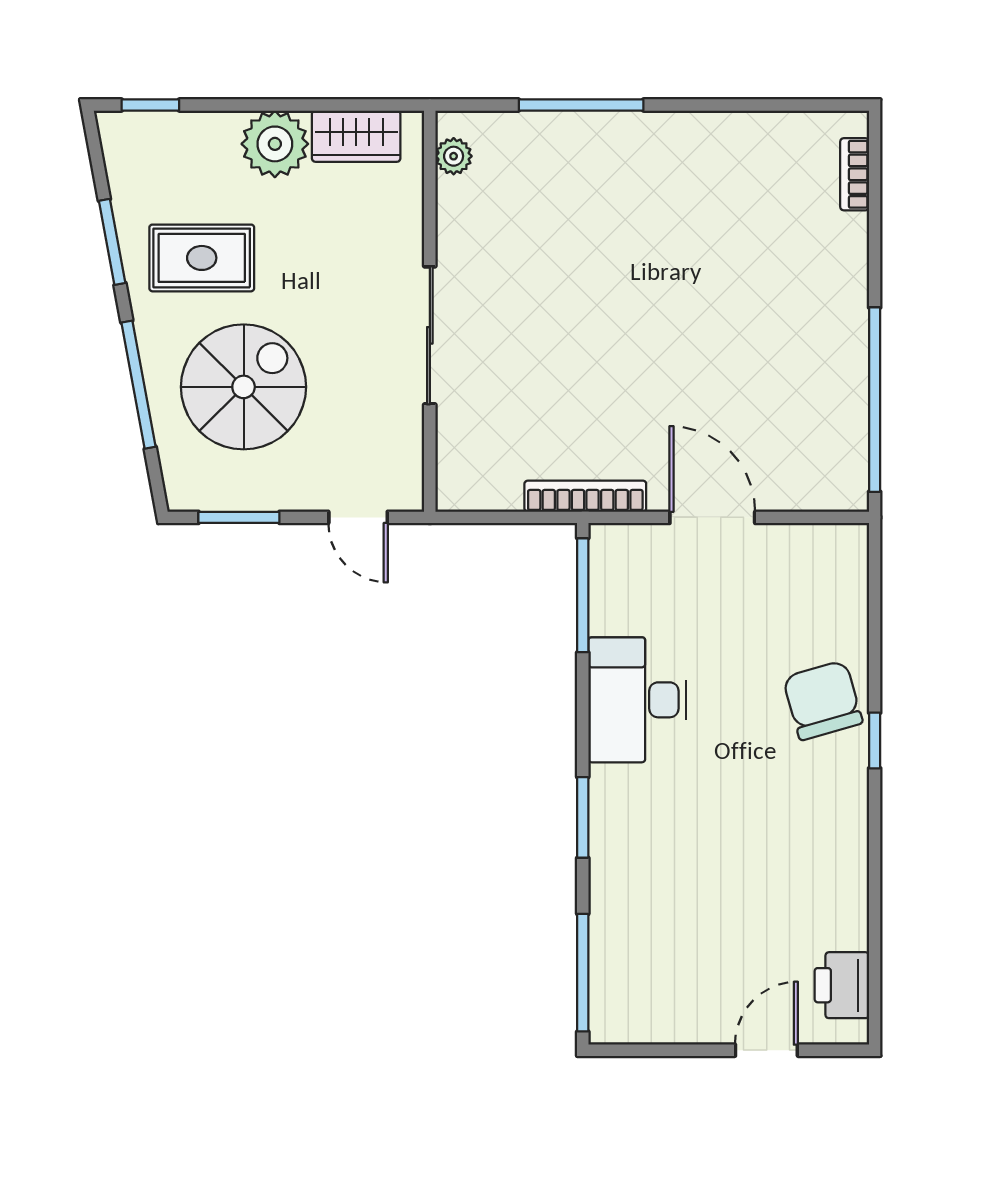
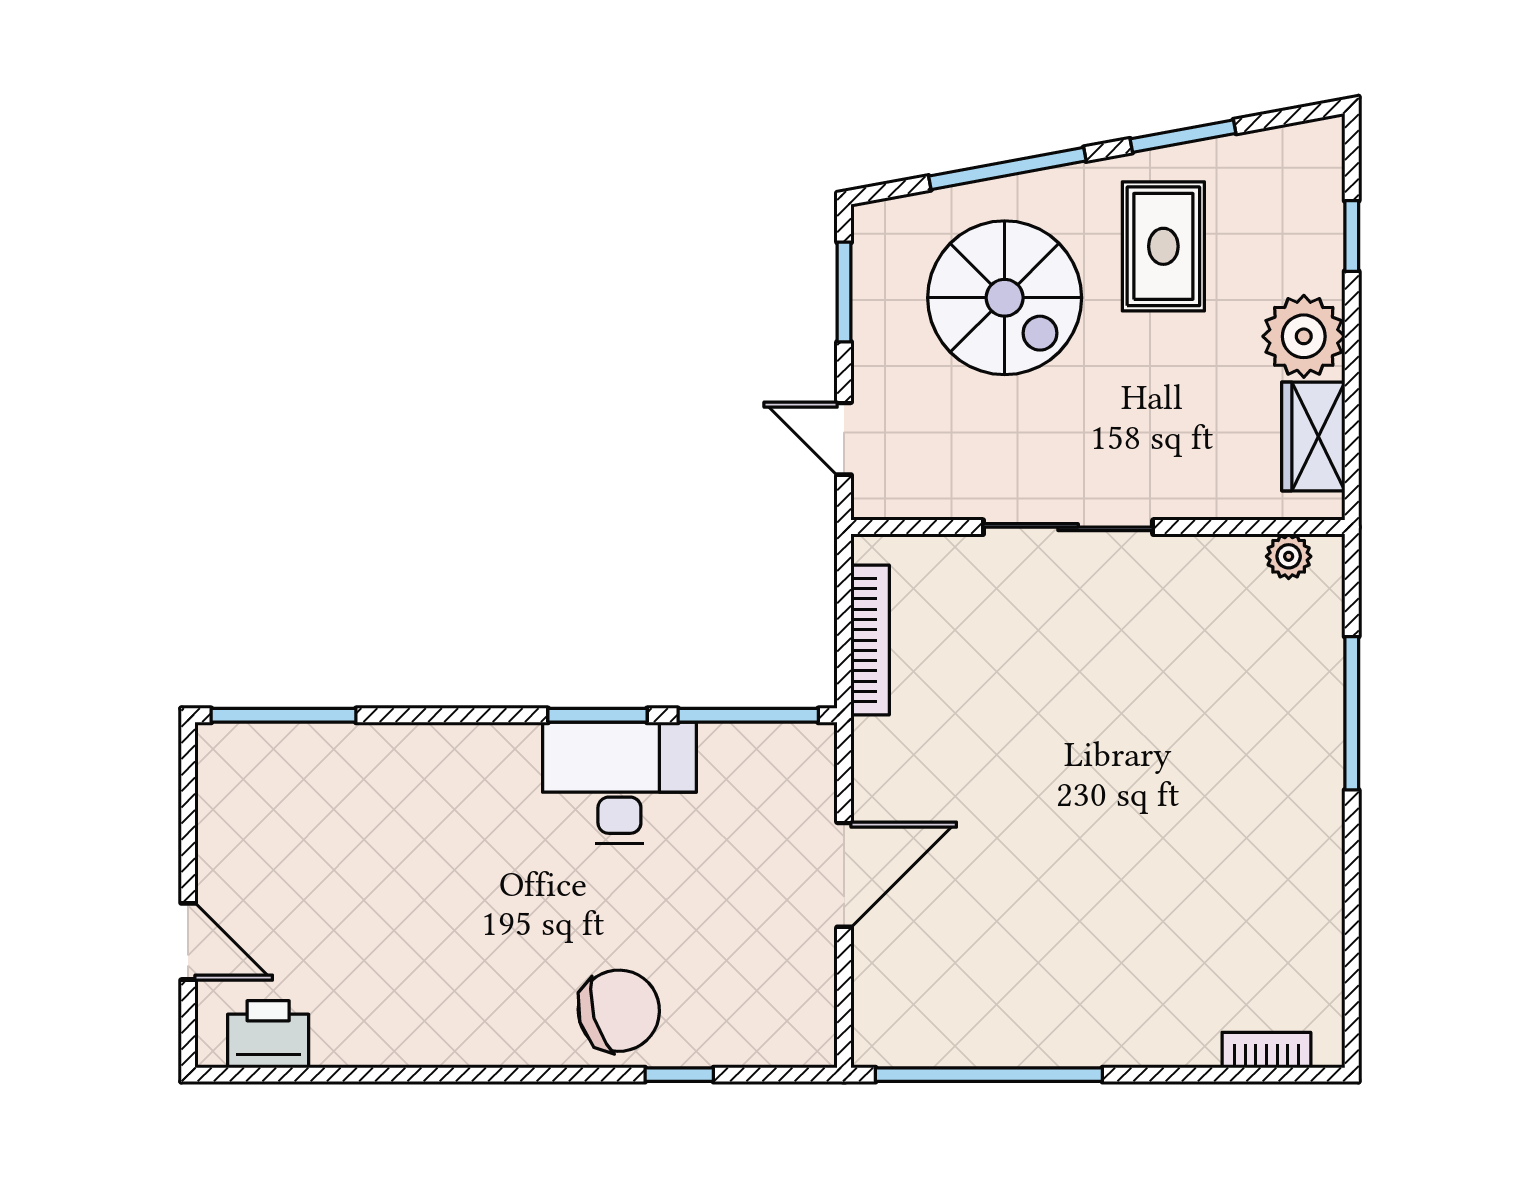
window: (150, 105) -> (1352, 236), moved
bookcase: (585, 496) -> (870, 640), moved
door: (358, 517) -> (844, 439), hinge flipped
window: (875, 741) -> (679, 1075), moved
window: (583, 817) -> (597, 715), moved

